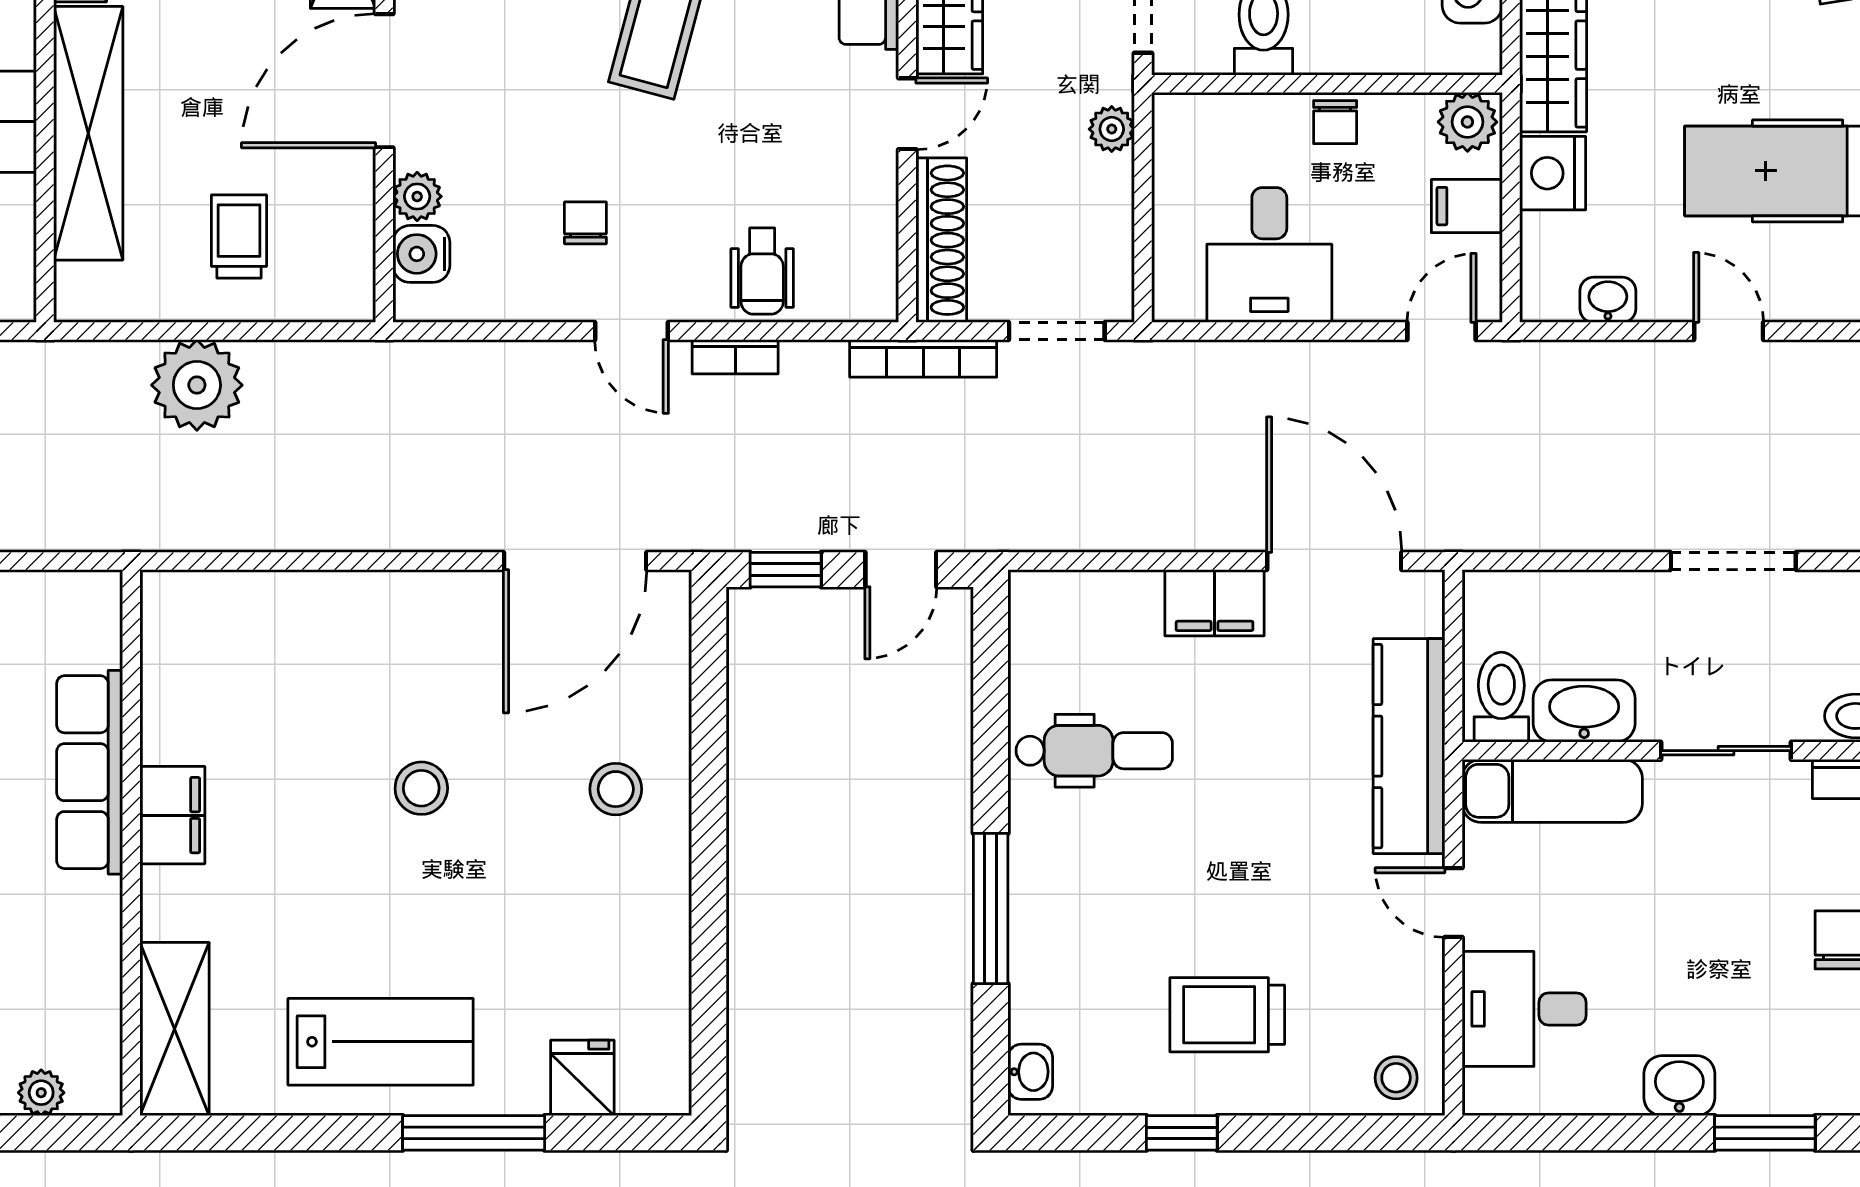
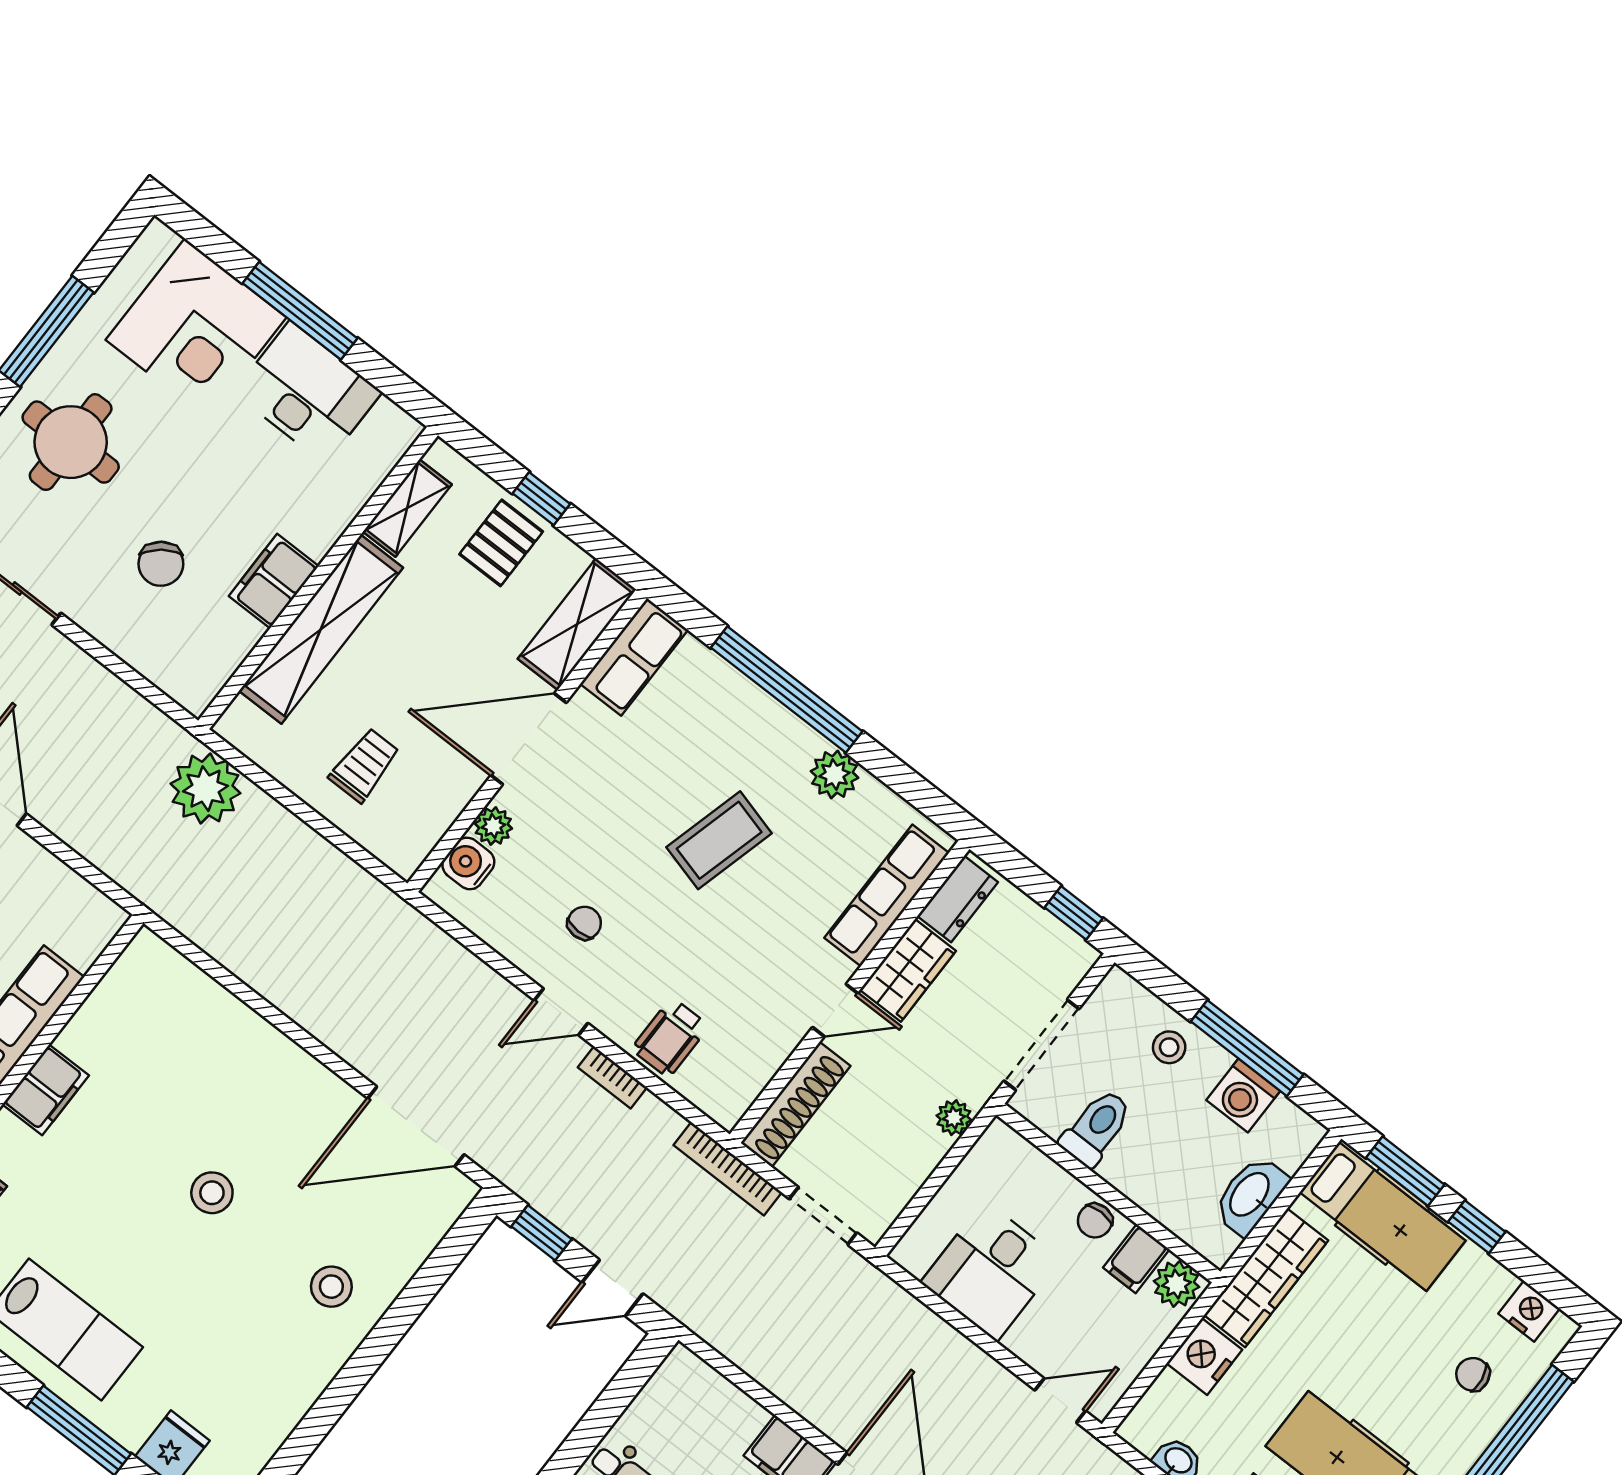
filing cabinet: (1467, 206) -> (1136, 1259), moved, turned -90
door: (632, 331) -> (561, 1012), hinge flipped
plant: (197, 385) -> (206, 789), moved

